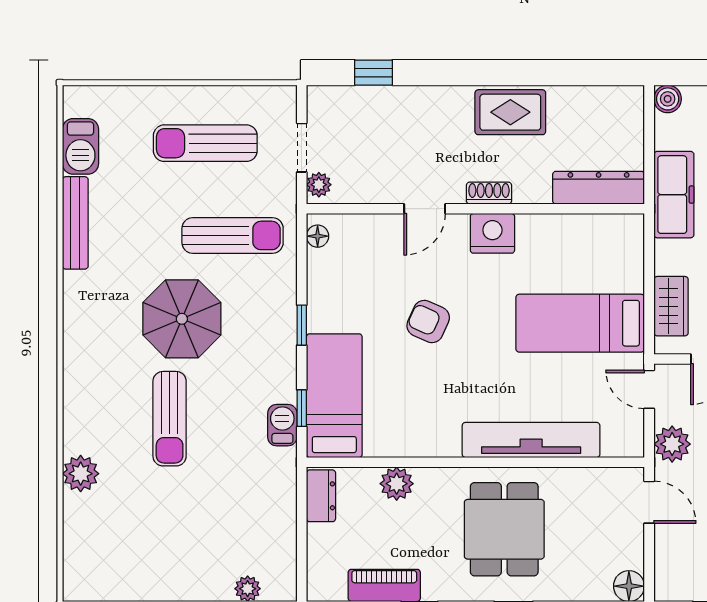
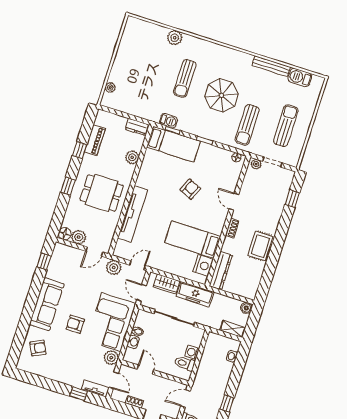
freezer: (674, 195) -> (195, 294), moved
nightstand: (492, 233) -> (203, 266), moved
bed: (580, 323) -> (193, 240), moved, turned -90
sun lounger: (170, 419) -> (185, 78), turned -90
plant: (627, 550) -> (79, 237), added

